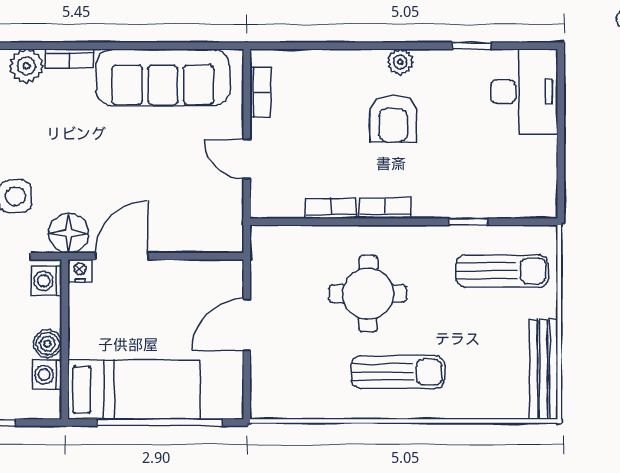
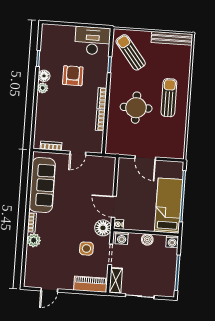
floor lamp: (430, 63) -> (44, 76), added
desk: (524, 92) -> (93, 41), moved
armchair: (393, 119) -> (73, 76), moved, turned -90
sun lounger: (502, 271) -> (131, 52), turned -38
washing machine: (47, 375) -> (172, 241), moved

